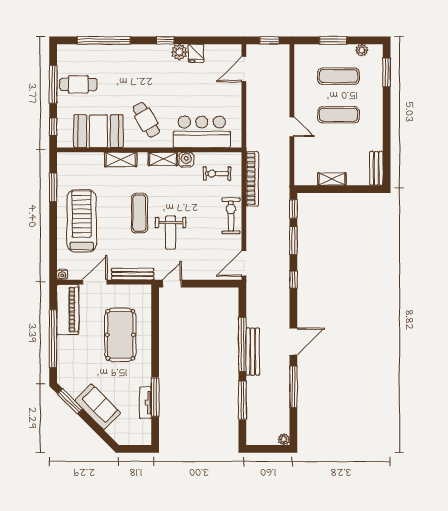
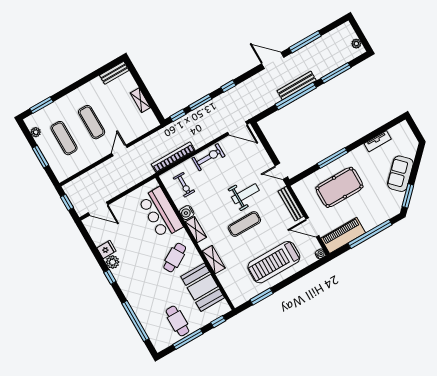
exercise bike: (231, 216) -> (209, 157), turned 180
window: (155, 397) -> (332, 158), moved
plant: (284, 439) -> (356, 44), moved

